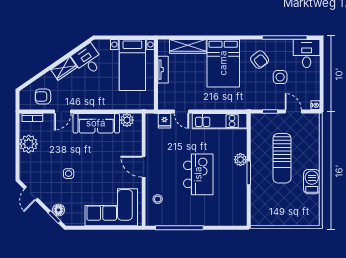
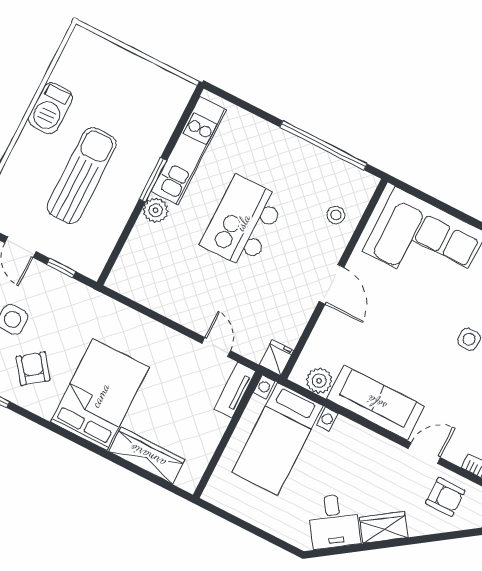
bed with nightstands: (132, 65) -> (277, 439), moved, turned 180
tv unit: (163, 70) -> (235, 390), moved
fridge: (165, 121) -> (277, 358), moved
kitchen unit: (220, 121) -> (189, 151), moved, turned 90

